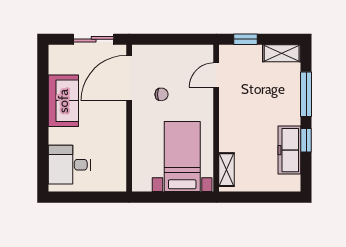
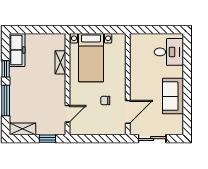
door: (129, 78) -> (128, 112), width x0.73
freezer: (289, 150) -> (17, 50), moved
shelving: (227, 170) -> (60, 62), moved

